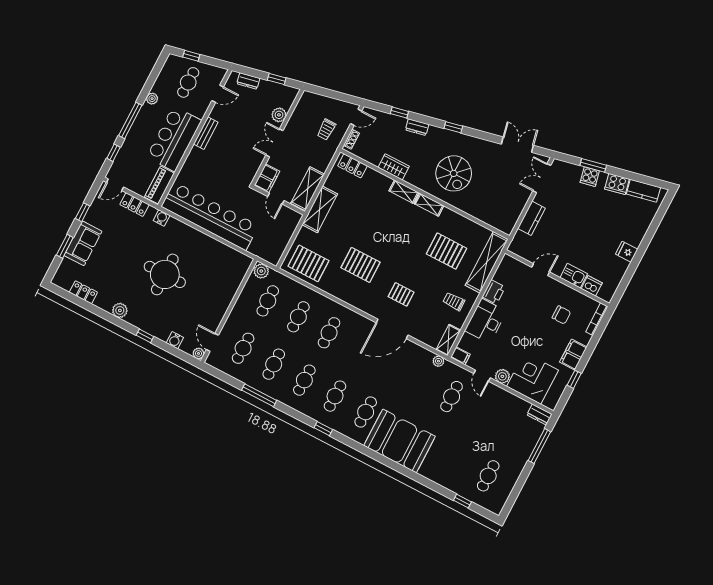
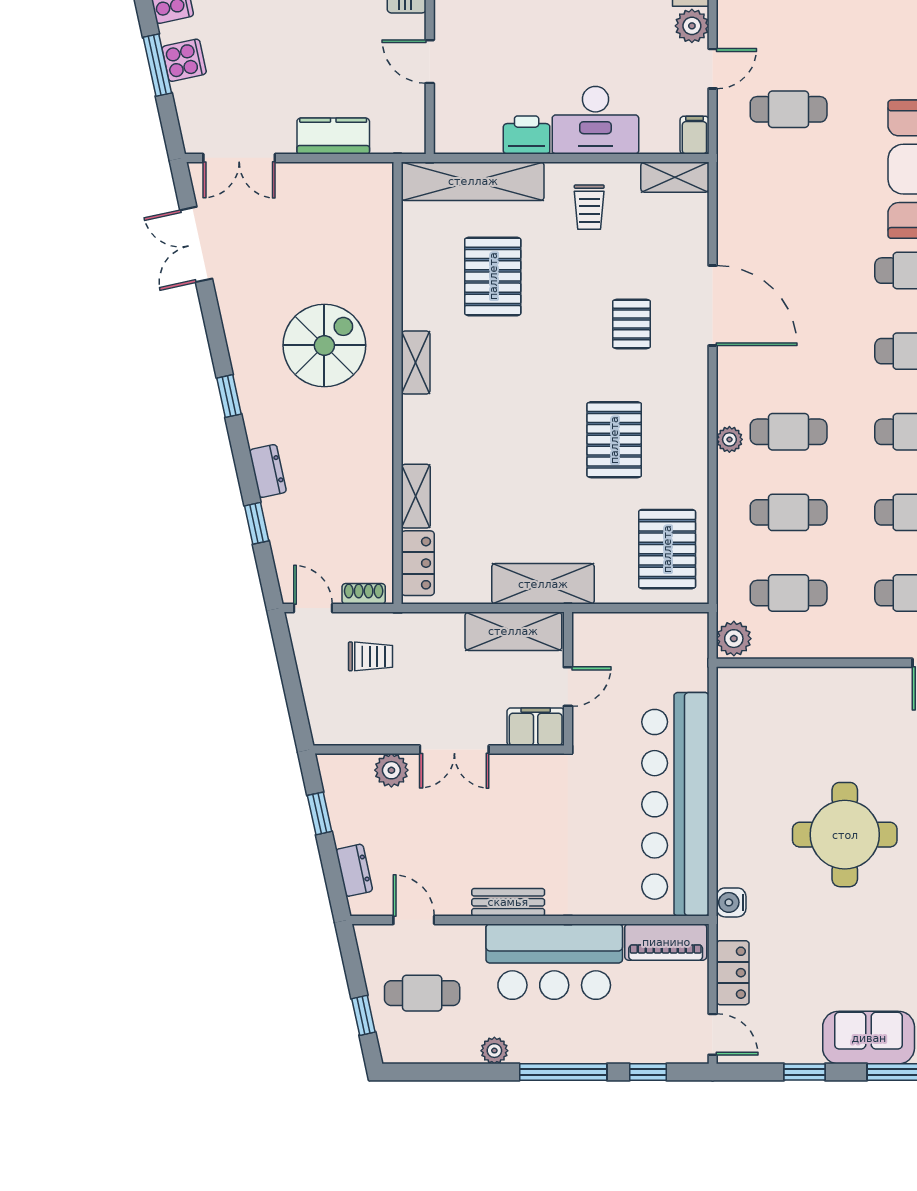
wardrobe: (394, 167) -> (375, 477), removed
shelving: (404, 192) -> (416, 496), moved
plant: (438, 361) -> (729, 439), moved

